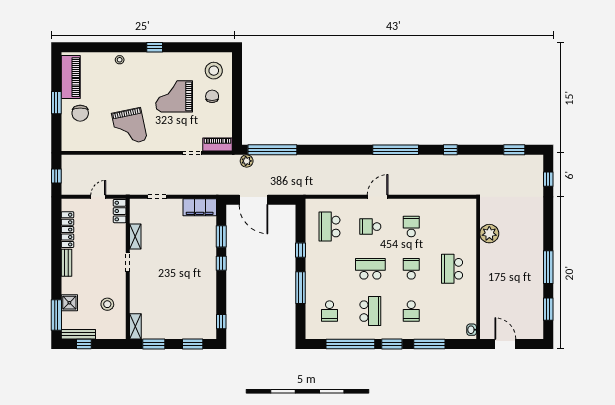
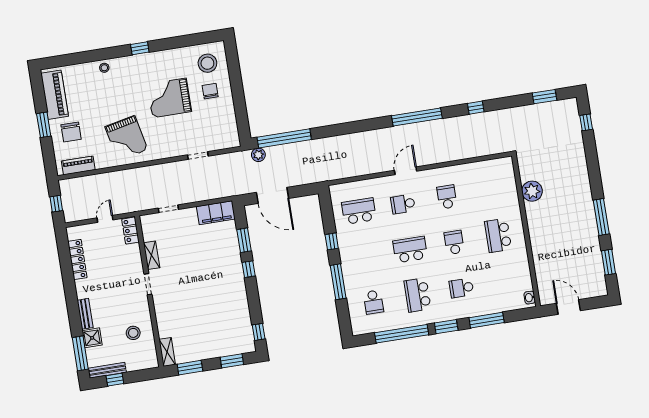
piano: (217, 144) -> (78, 165), moved
school desk: (330, 227) -> (359, 211), turned 90
bench: (66, 263) -> (85, 314), moved
school desk: (370, 311) -> (417, 295), turned 180
school desk: (411, 311) -> (461, 288), turned 90

